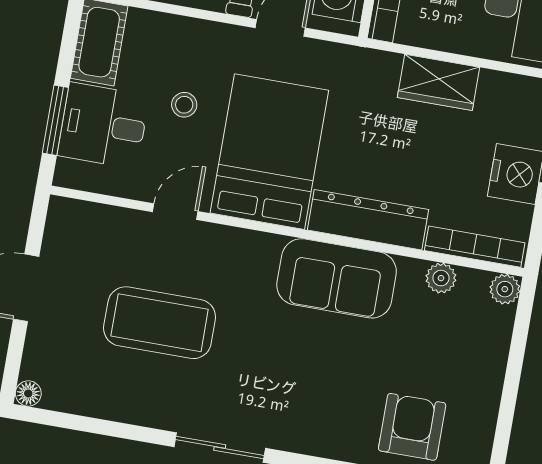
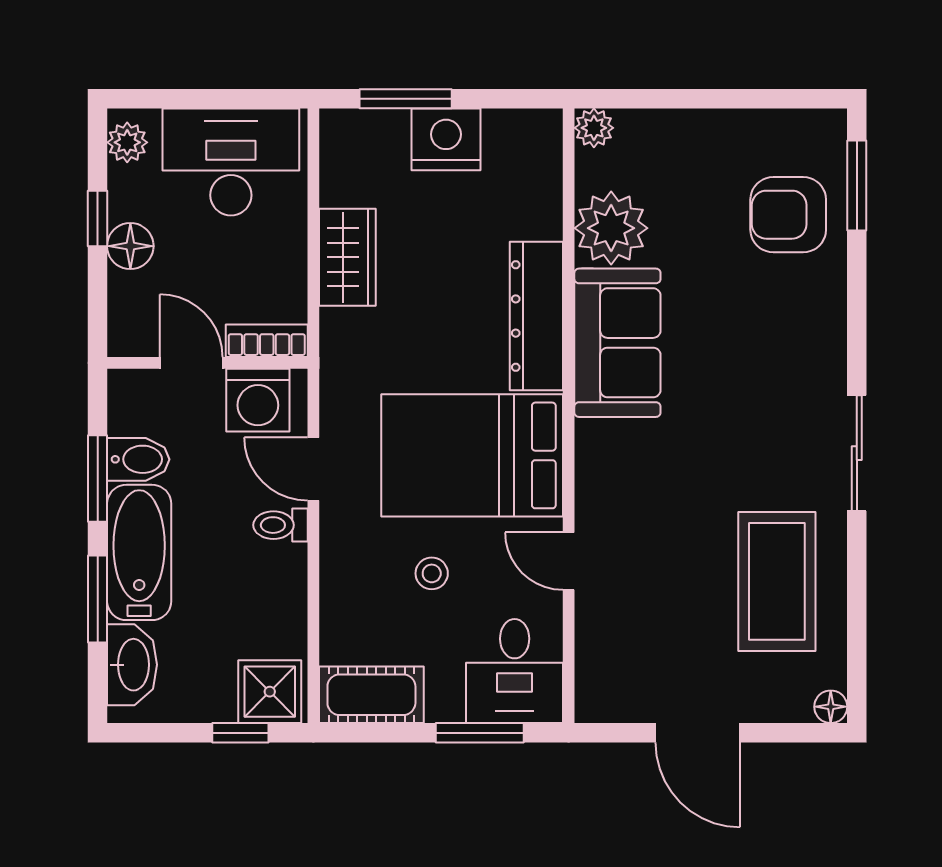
desk: (103, 126) -> (515, 671), moved
bookcase: (475, 247) -> (547, 175), removed
plant: (441, 278) -> (611, 228), width x1.87, depth x1.87
coffee table: (160, 323) -> (777, 581), moved

